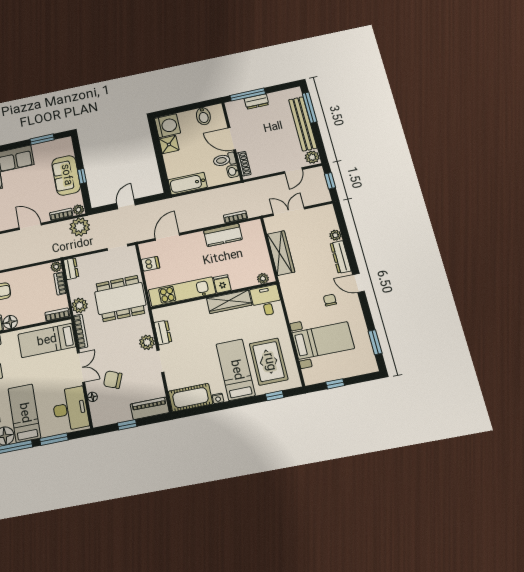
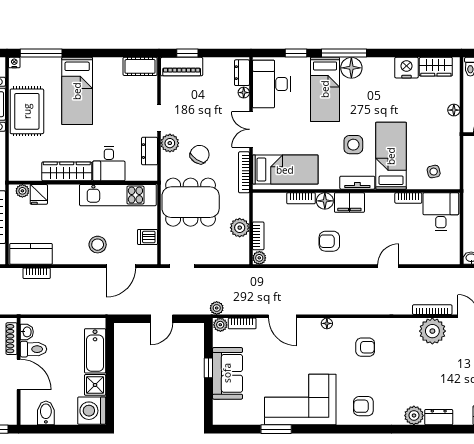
window: (42, 139) -> (276, 429), moved
bathtub: (188, 184) -> (95, 351), moved, turned 90
plant: (80, 227) -> (217, 308), width x0.53, depth x0.53
kitchen counter: (223, 235) -> (31, 254), moved
stool: (190, 249) -> (98, 245), added
dresser: (71, 269) -> (242, 73), moved
fridge: (222, 284) -> (39, 194), moved
desk: (266, 301) -> (109, 164), moved
plant: (80, 305) -> (240, 228), moved
bookcase: (57, 315) -> (301, 198), moved
rug: (269, 362) -> (27, 111), moved
chair: (113, 380) -> (200, 154), moved, turned -79
window: (275, 396) -> (41, 53), width x2.17
cot: (190, 398) -> (140, 66), width x0.73, depth x0.75
nightstand: (218, 398) -> (14, 63), moved
window: (127, 425) -> (187, 53), moved
window: (54, 439) -> (296, 53), width x0.67

